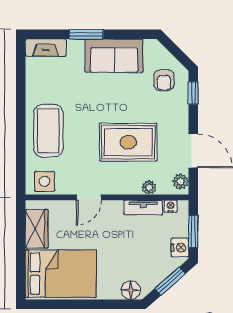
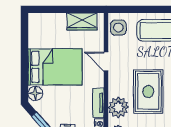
plant: (149, 187) -> (118, 107), width x1.88, depth x1.88
bed: (61, 274) -> (55, 67), moved, turned -90

